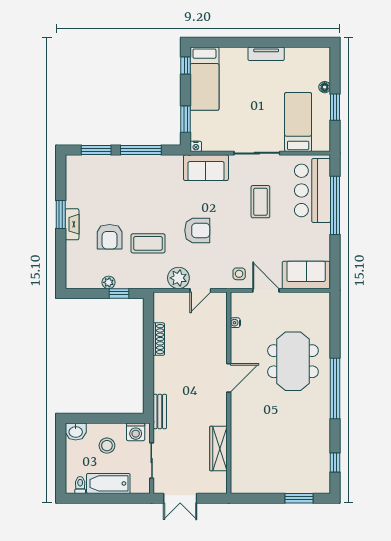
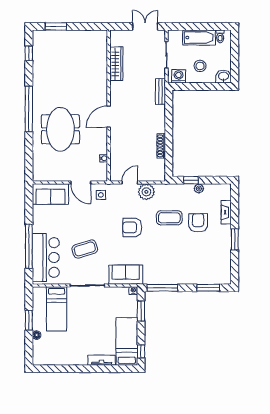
tv unit: (266, 54) -> (102, 360), moved
window: (141, 150) -> (162, 288), moved
coffee table: (260, 202) -> (85, 249), turned 73
fireplace: (72, 224) -> (226, 212), moved

